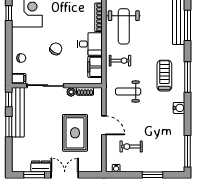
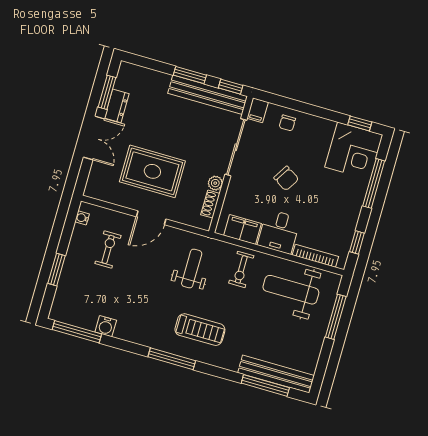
window: (187, 77) -> (172, 359), moved
water cooler: (179, 108) -> (106, 326), moved

